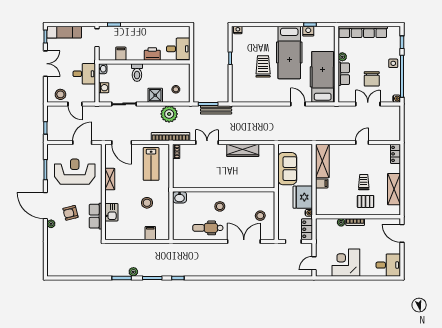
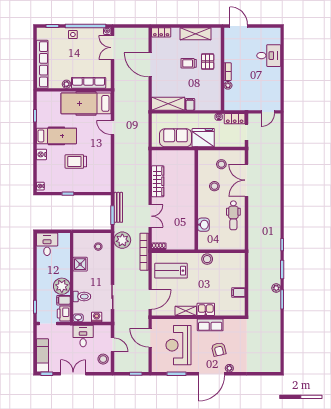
nightstand: (308, 31) -> (41, 154), moved
desk: (178, 49) -> (47, 244), moved
plant: (135, 52) -> (62, 286), added
hospital bed: (289, 52) -> (56, 136), width x0.73, depth x0.78
printer: (152, 54) -> (64, 314), moved
toilet: (137, 73) -> (82, 297), moved
row of seats: (344, 74) -> (89, 83), width x1.48
chair: (372, 79) -> (88, 56), removed
shower: (155, 95) -> (80, 264), moved
door: (75, 104) -> (112, 345), hinge flipped
door: (298, 104) -> (112, 128), hinge flipped
double door: (368, 104) -> (112, 48), moved
plant: (169, 114) -> (122, 240), moved
double door: (207, 143) -> (150, 216), swing flipped
door: (362, 143) -> (150, 65), width x1.88
lab bench: (151, 164) -> (171, 271), turned 180
washbasin: (180, 197) -> (204, 225), moved
fridge: (303, 197) -> (203, 138), moved, turned 180
stool: (147, 203) -> (207, 259), moved
stool: (220, 206) -> (214, 186), moved
kitchen sink: (111, 212) -> (206, 309), moved
row of seats: (96, 216) -> (210, 325), moved
filing cabinet: (150, 233) -> (238, 293), moved
door: (402, 233) -> (239, 26), swing flipped
door: (314, 263) -> (268, 112), hinge flipped
corner desk: (346, 263) -> (267, 81), removed
desk: (388, 265) -> (269, 56), moved, turned 90

